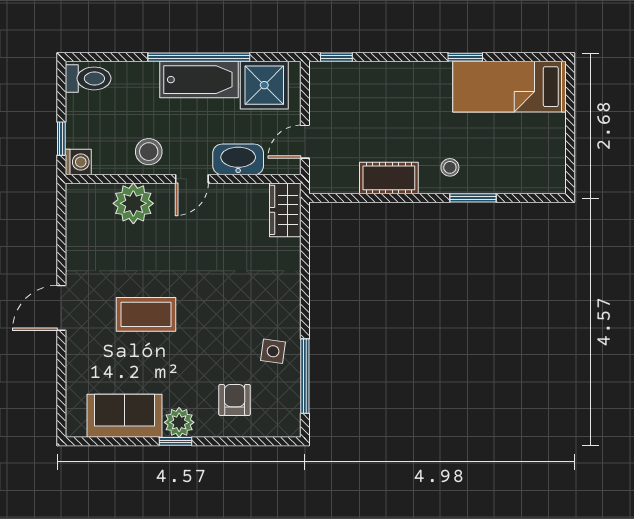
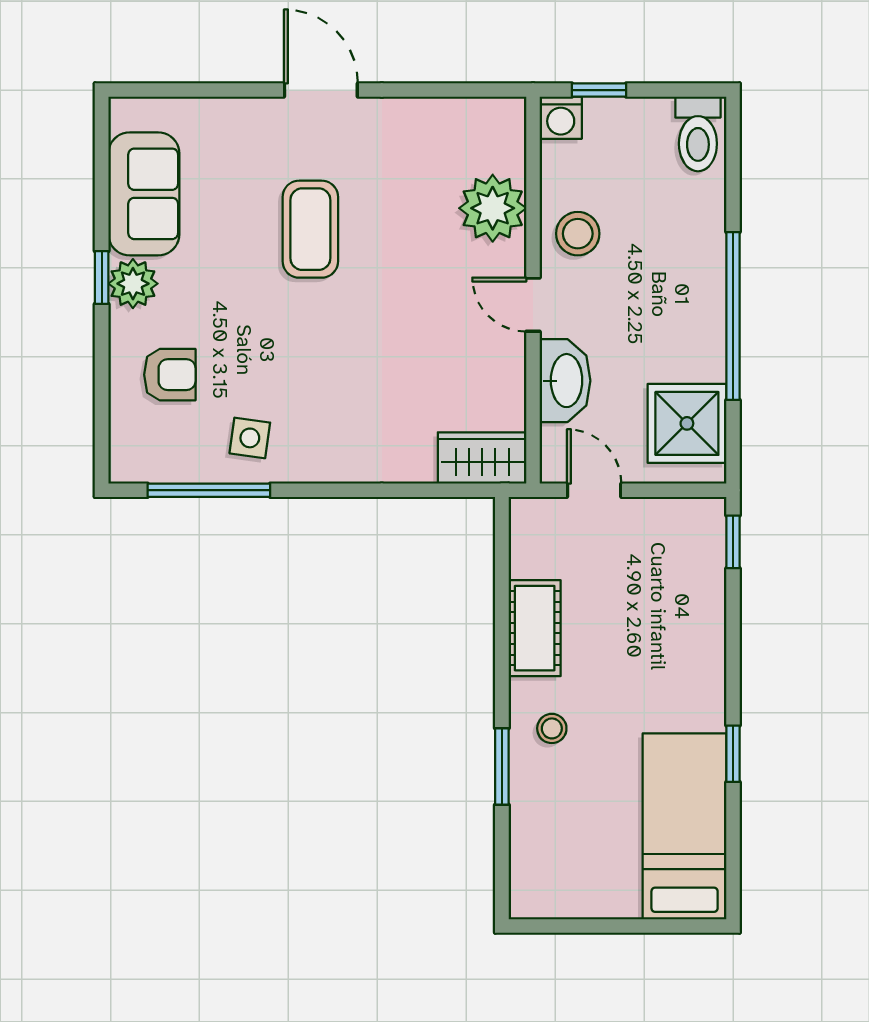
bathtub: (199, 80) -> (696, 316), removed

